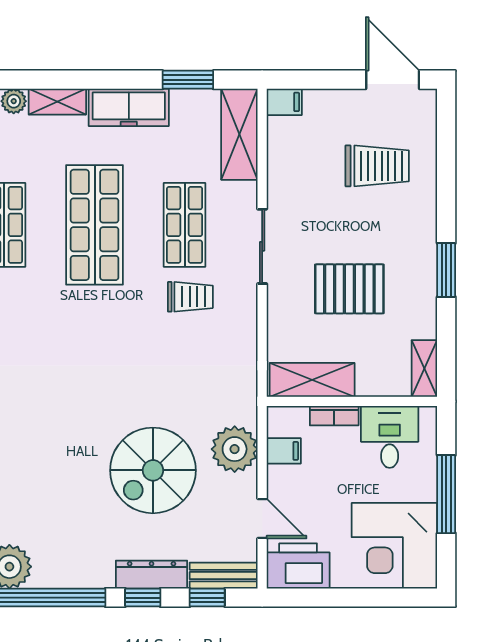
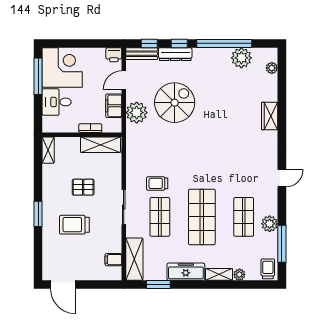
filing cabinet: (284, 102) -> (113, 260), moved
trolley: (377, 166) -> (74, 225), moved
window: (446, 270) -> (38, 214), moved
pallet: (349, 289) -> (83, 187), width x0.67, depth x0.71
desk: (390, 437) -> (57, 102), moved, turned 90
filing cabinet: (284, 451) -> (114, 106), width x2.00
window: (446, 494) -> (38, 76), moved
door: (262, 518) -> (124, 80), hinge flipped
printer: (298, 566) -> (114, 55), width x0.53, depth x0.68

